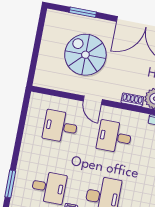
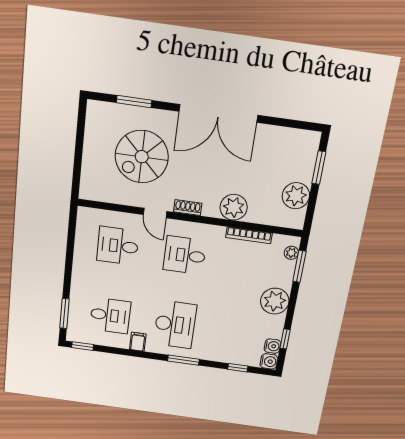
spiral stairs: (85, 55) -> (142, 157), turned -90
shoe rack: (132, 100) -> (188, 208), moved

